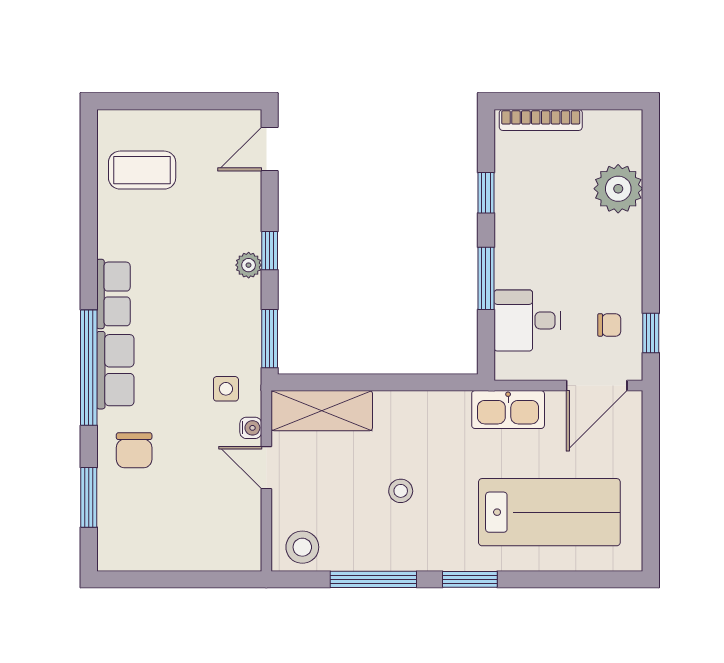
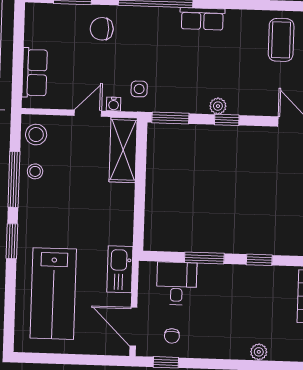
plant: (618, 189) -> (259, 352), width x0.53, depth x0.53
row of seats: (115, 370) -> (35, 73), moved, turned -90
stool: (401, 491) -> (35, 171), moved

